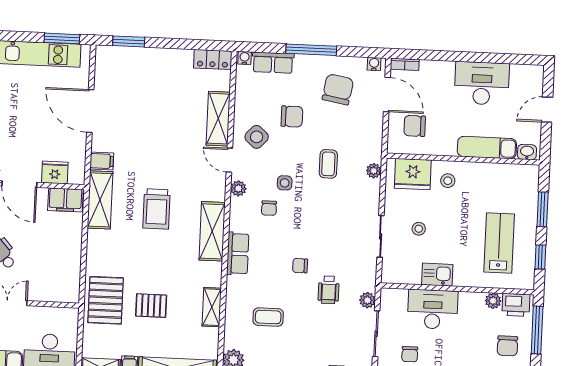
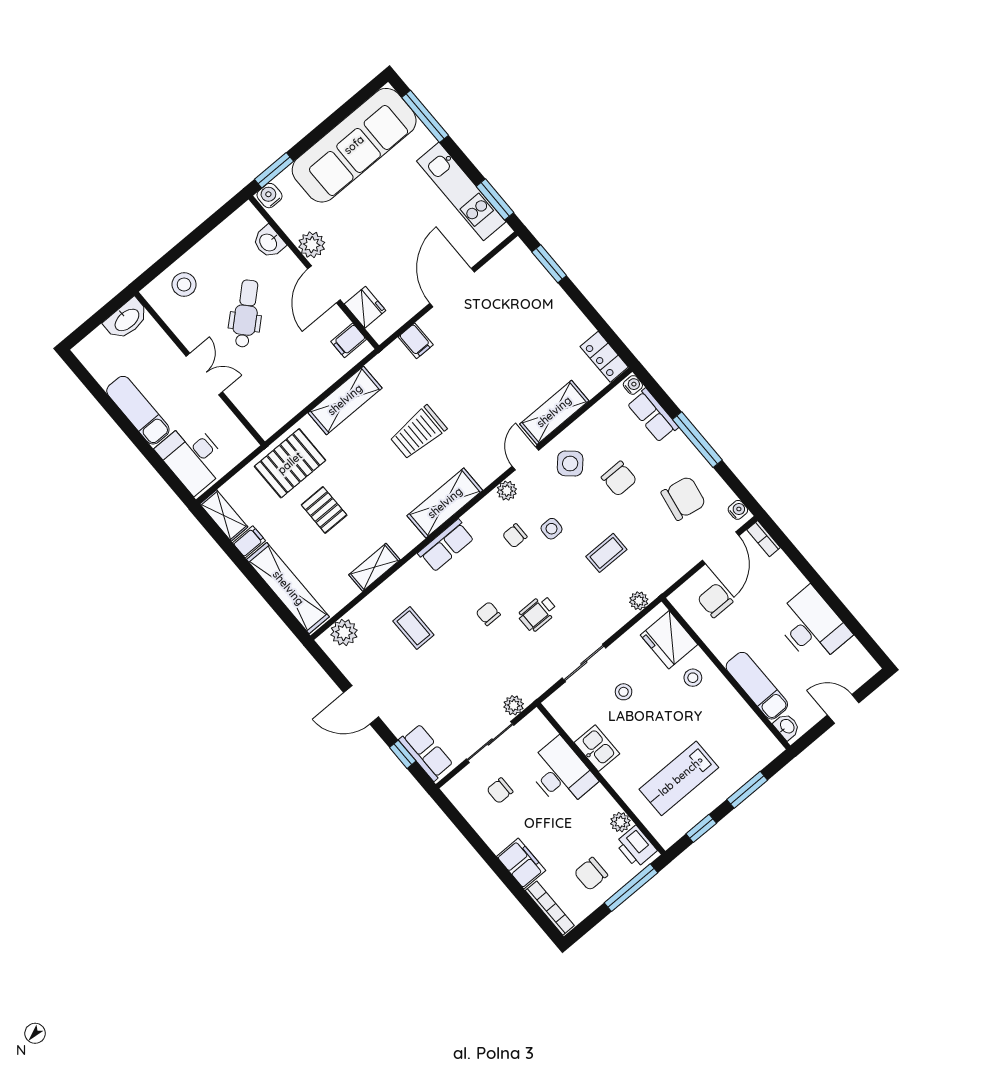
filing cabinet: (65, 200) -> (349, 340), width x0.50
shelving: (100, 200) -> (345, 400), moved
lab bench: (499, 243) -> (679, 778), turned 180
wheelchair: (329, 290) -> (538, 613), moved

